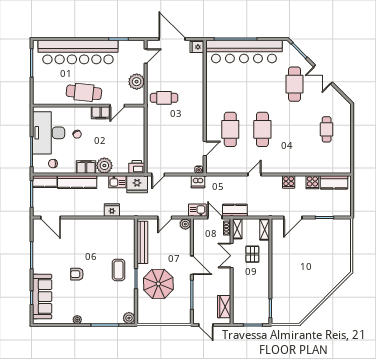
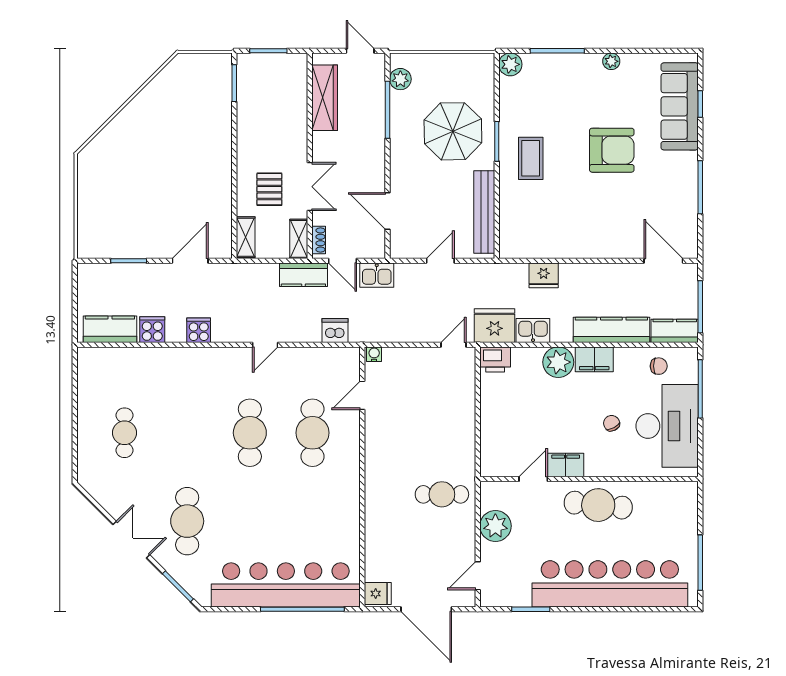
dishwasher: (198, 182) -> (335, 330), moved
plant: (185, 224) -> (400, 79), moved
door: (192, 265) -> (387, 211), moved
armchair: (77, 274) -> (612, 150), width x1.88, depth x1.88
wardrobe: (224, 307) -> (325, 98), width x1.50

